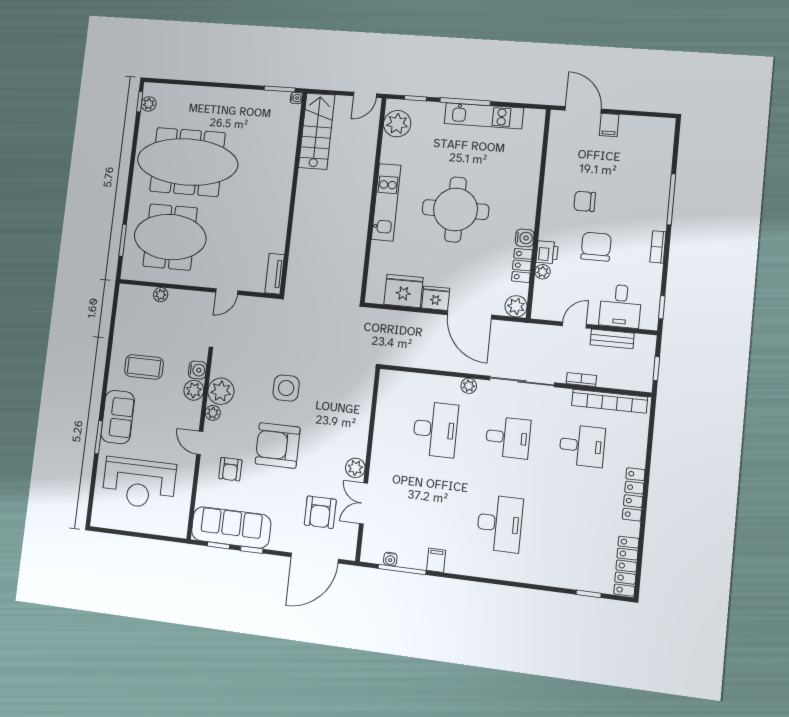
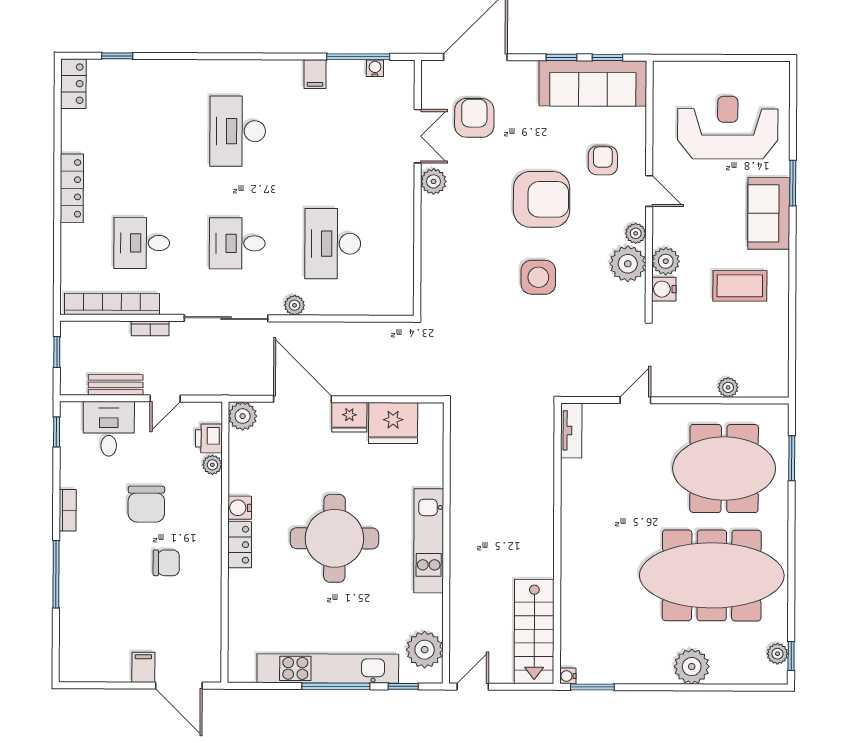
plant: (209, 99) -> (692, 667), added
kitchen unit: (484, 116) -> (328, 669), width x1.36
printer: (547, 252) -> (209, 438), moved
locker: (522, 265) -> (240, 545), moved
locker: (626, 566) -> (73, 84), width x0.66

